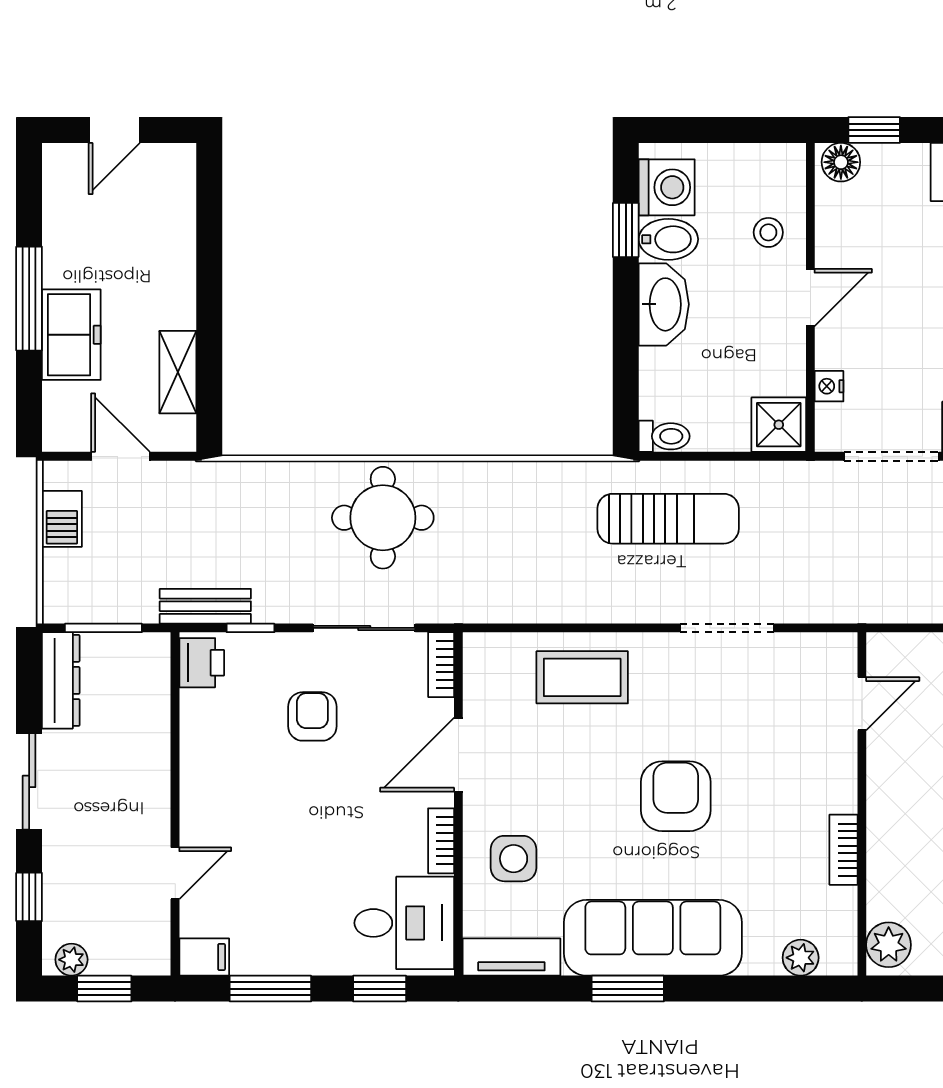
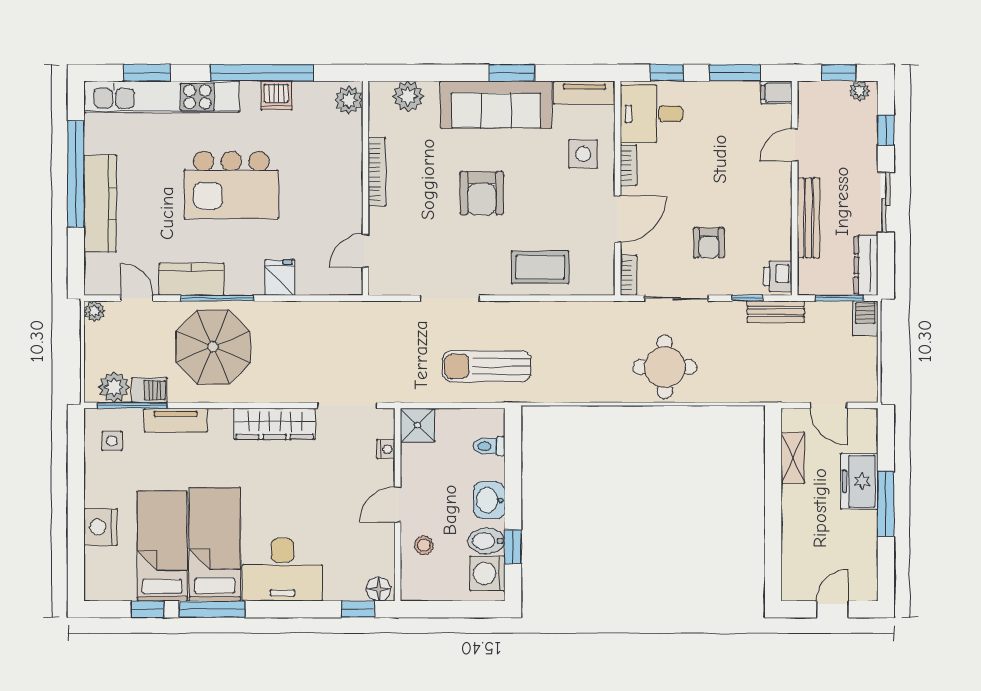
washbasin: (664, 304) -> (489, 500), width x0.72
toilet: (664, 436) -> (489, 446), moved
barbecue: (62, 519) -> (865, 318), moved
bench: (153, 756) -> (808, 218), added
bookcase: (843, 850) -> (377, 172), width x1.56
plant: (801, 958) -> (408, 96), width x1.38, depth x1.38

